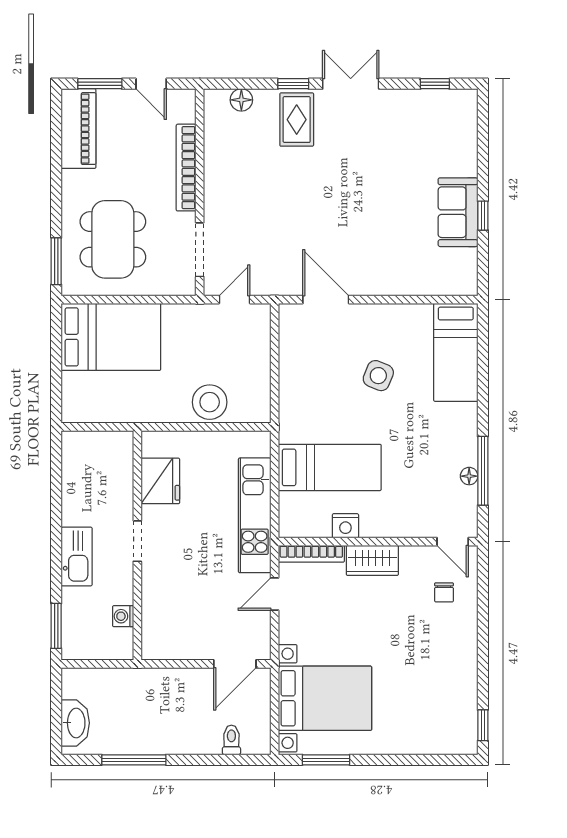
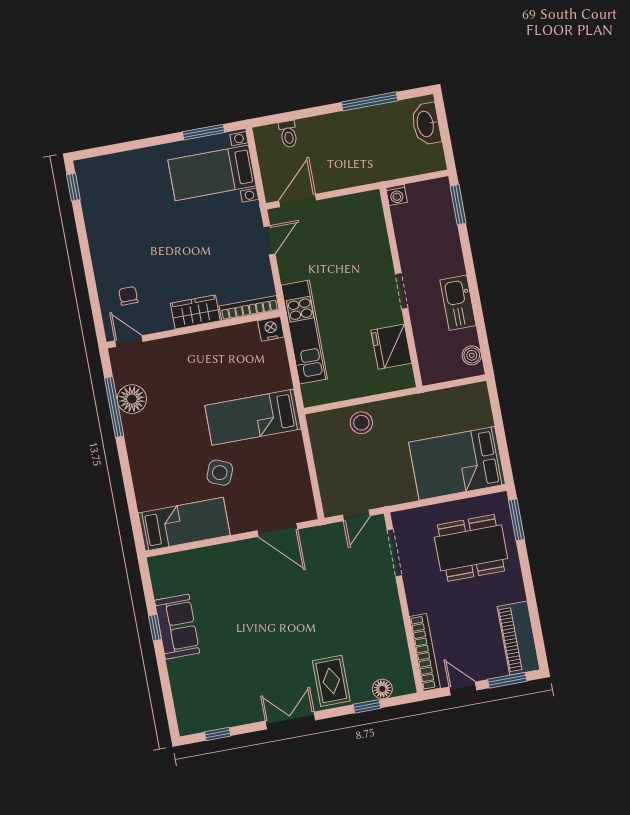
window: (293, 84) -> (367, 706), moved
double door: (351, 84) -> (290, 720), swing flipped
bookcase: (186, 168) -> (425, 652), moved
dining table: (113, 239) -> (471, 548), turned 90
bed: (456, 352) -> (184, 524), moved, turned 90
stool: (210, 402) -> (361, 423), width x0.73, depth x0.73
boiler: (72, 455) -> (472, 355), added
bed: (330, 467) -> (253, 417), moved
floor lamp: (469, 476) -> (132, 399), width x1.89, depth x1.89
nightstand: (345, 526) -> (271, 329), moved
kitchen sink: (77, 556) -> (458, 303), moved
door: (275, 594) -> (269, 240), moved
washing machine: (123, 616) -> (397, 195), moved, turned 90
bed with nightstands: (325, 698) -> (212, 173), width x0.73

